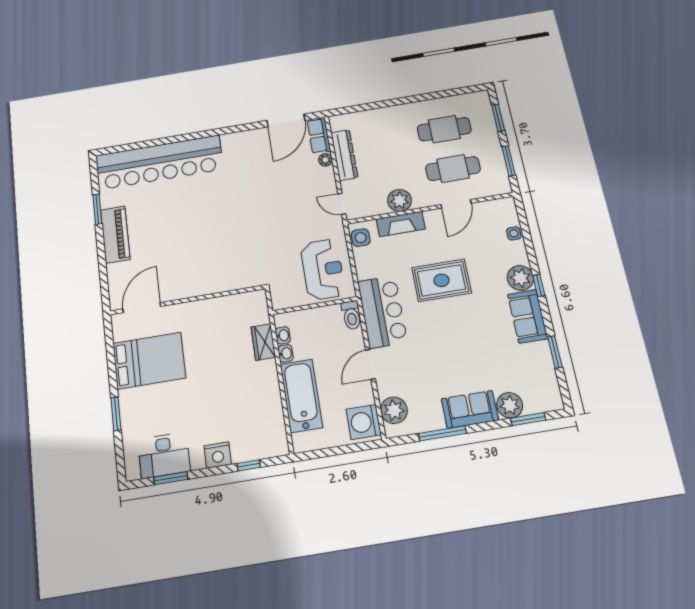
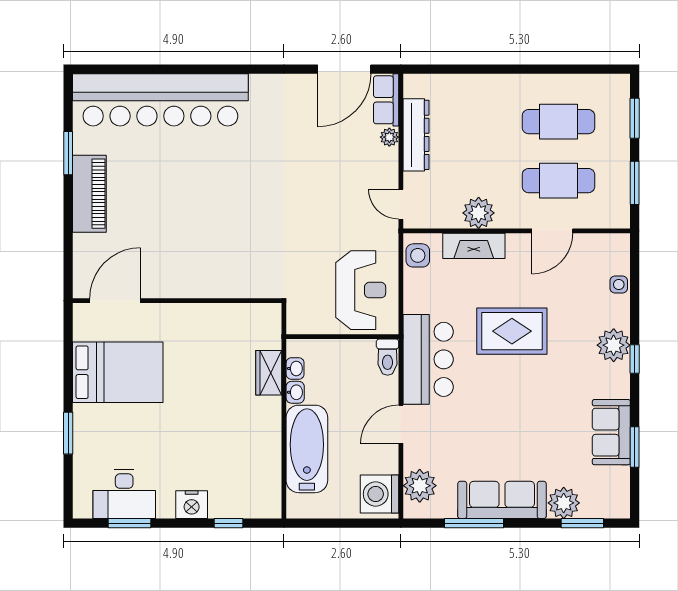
sofa: (528, 316) -> (611, 432), moved
sofa: (470, 409) -> (502, 500), width x1.36

